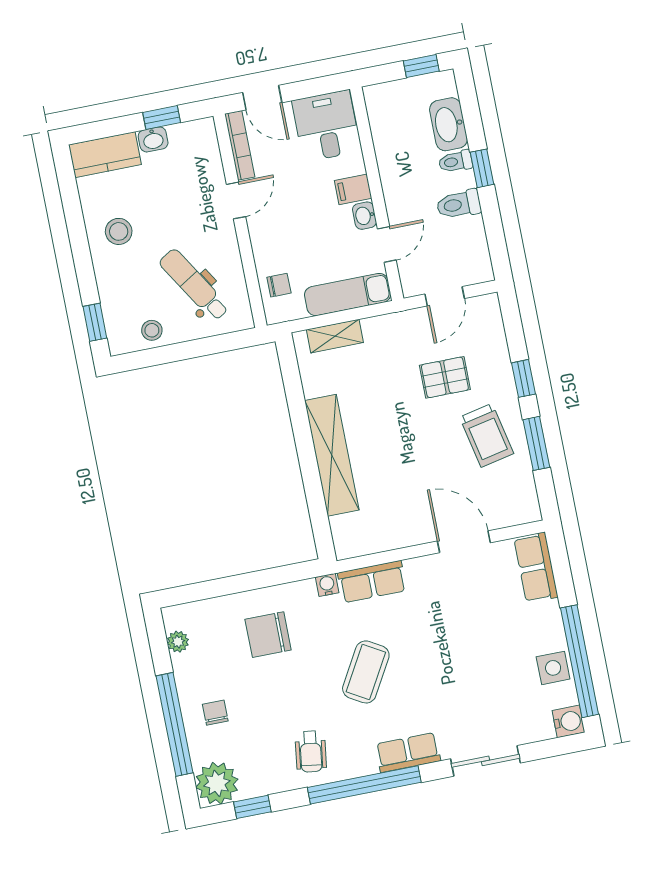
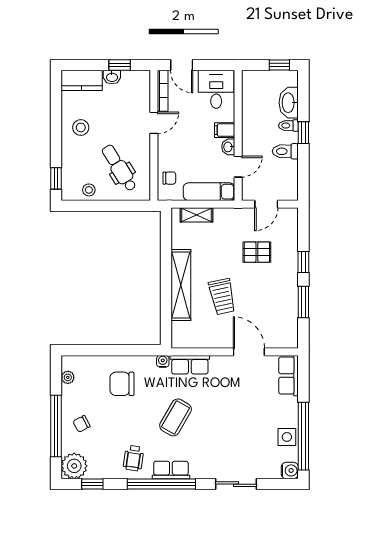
trolley: (487, 435) -> (222, 297), moved
chair: (215, 713) -> (82, 424), turned -118
row of seats: (408, 752) -> (171, 470), moved

